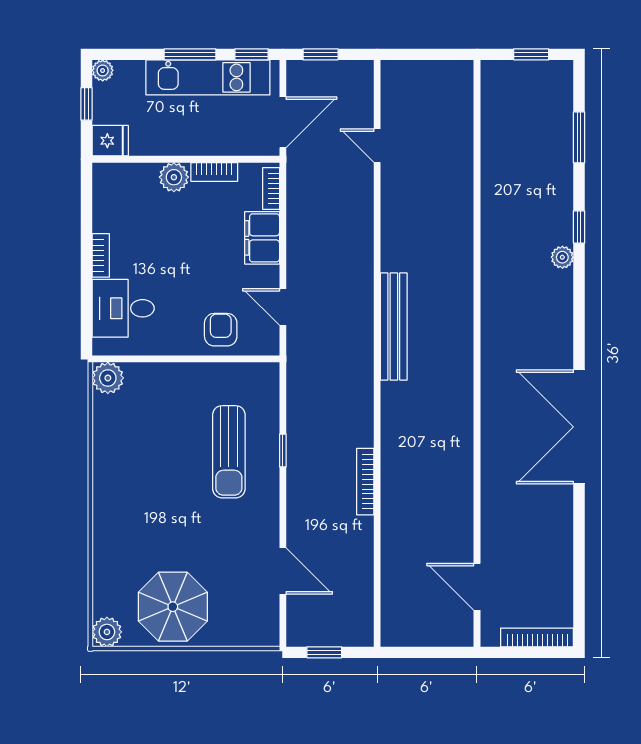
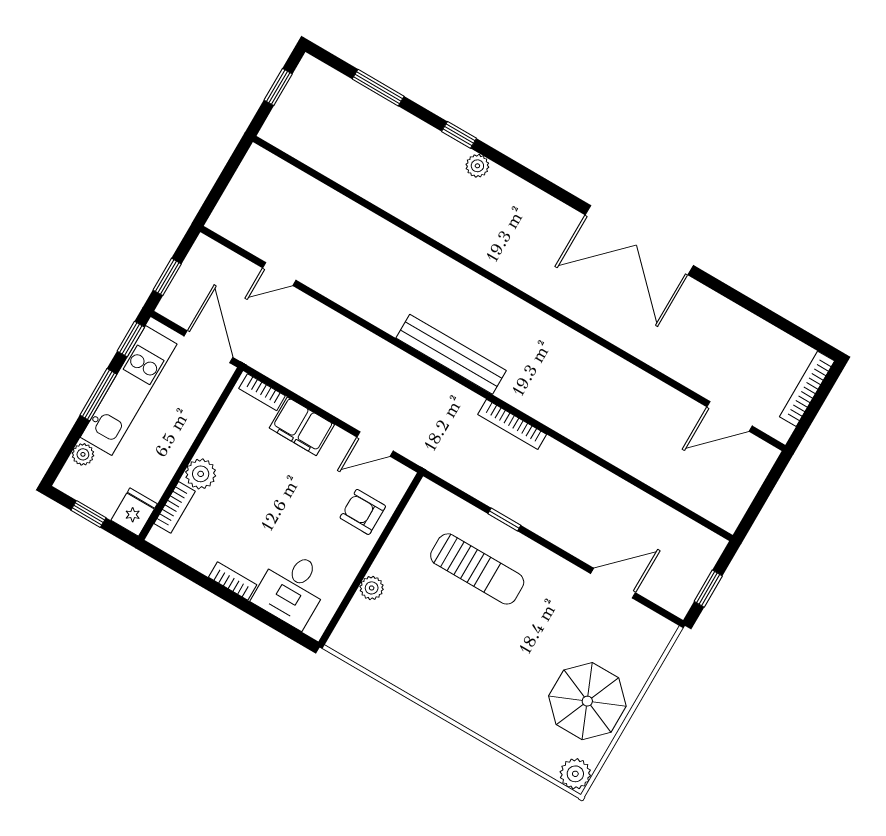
plant: (103, 70) -> (83, 454), moved
bookcase: (214, 172) -> (175, 507), moved
plant: (108, 378) -> (372, 588), moved, width x0.73, depth x0.73
bookcase: (365, 482) -> (512, 424), moved

